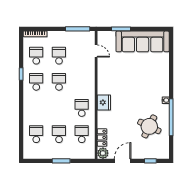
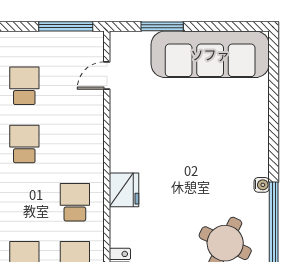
door: (96, 51) -> (107, 76), swing flipped

